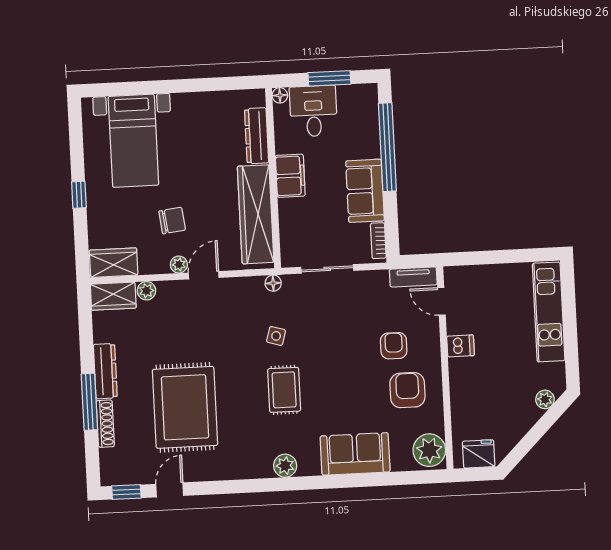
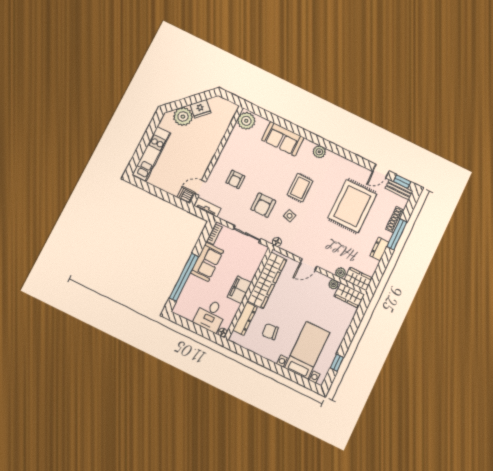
window: (329, 78) -> (193, 327), removed
window: (79, 195) -> (337, 363), moved
chair: (172, 221) -> (270, 332), moved
plant: (179, 265) -> (333, 284), moved
door: (441, 301) -> (200, 188), swing flipped
dishwasher: (460, 346) -> (186, 196), moved
dresser: (105, 371) -> (379, 249), width x0.70
armchair: (407, 390) -> (263, 205), moved
plant: (545, 399) -> (183, 116), width x1.88, depth x1.88
fridge: (479, 454) -> (200, 109), moved, turned -45
bench: (124, 476) -> (399, 190), added

